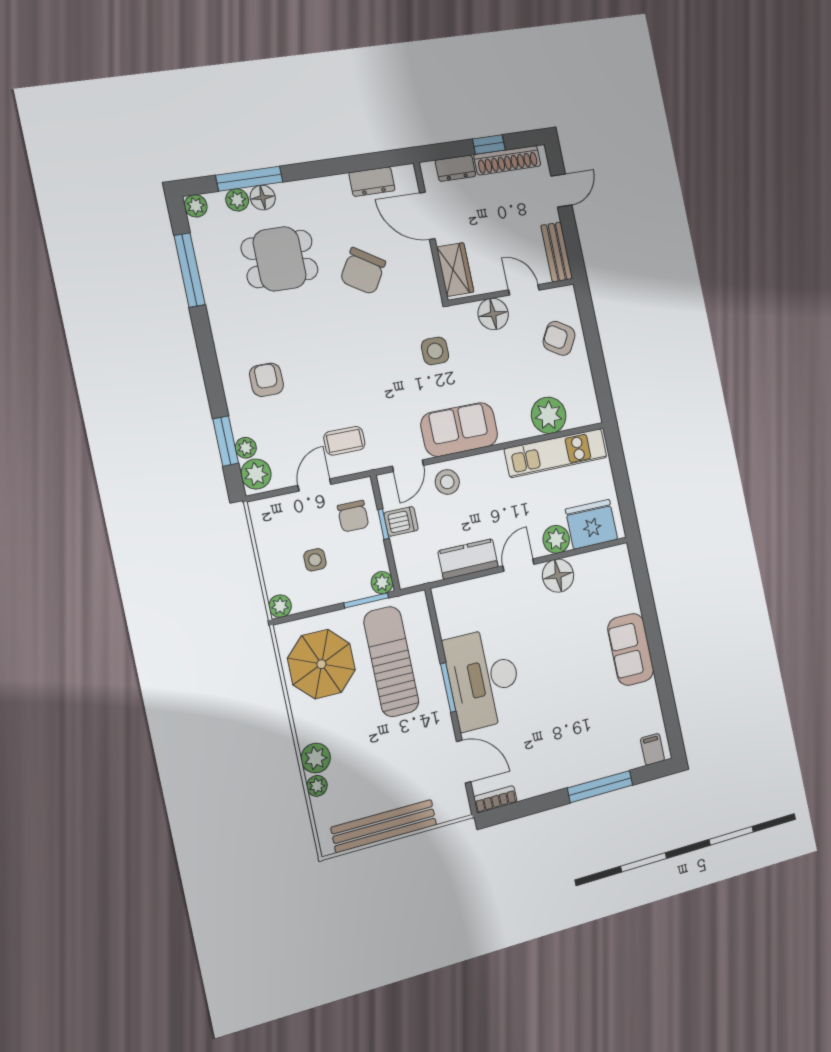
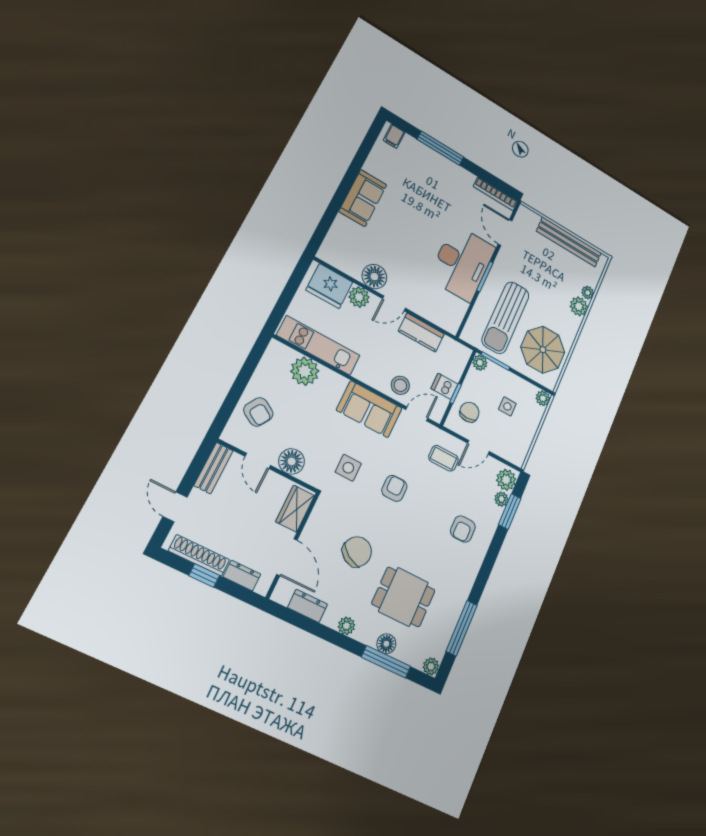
door: (561, 190) -> (175, 507), hinge flipped
plant: (237, 200) -> (346, 626), moved
armchair: (373, 366) -> (394, 488), added
bookcase: (495, 799) -> (495, 194), width x1.56

